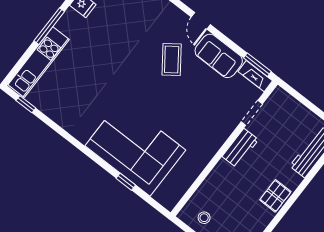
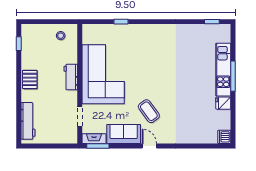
kitchen unit: (39, 62) -> (223, 70), moved
corner sofa: (135, 148) -> (103, 74), moved, turned -90
workbench: (240, 148) -> (71, 77), moved

